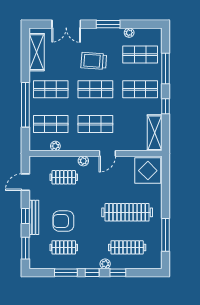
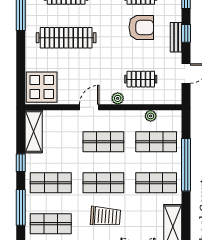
bench: (34, 217) -> (176, 37), width x0.73

